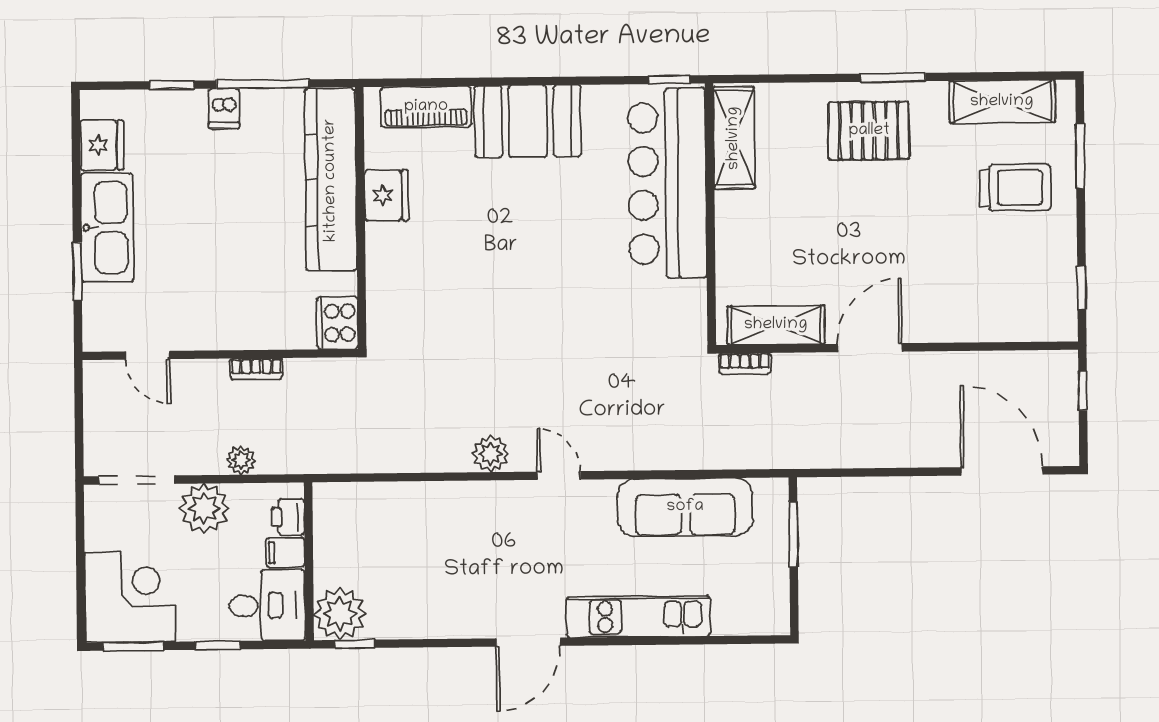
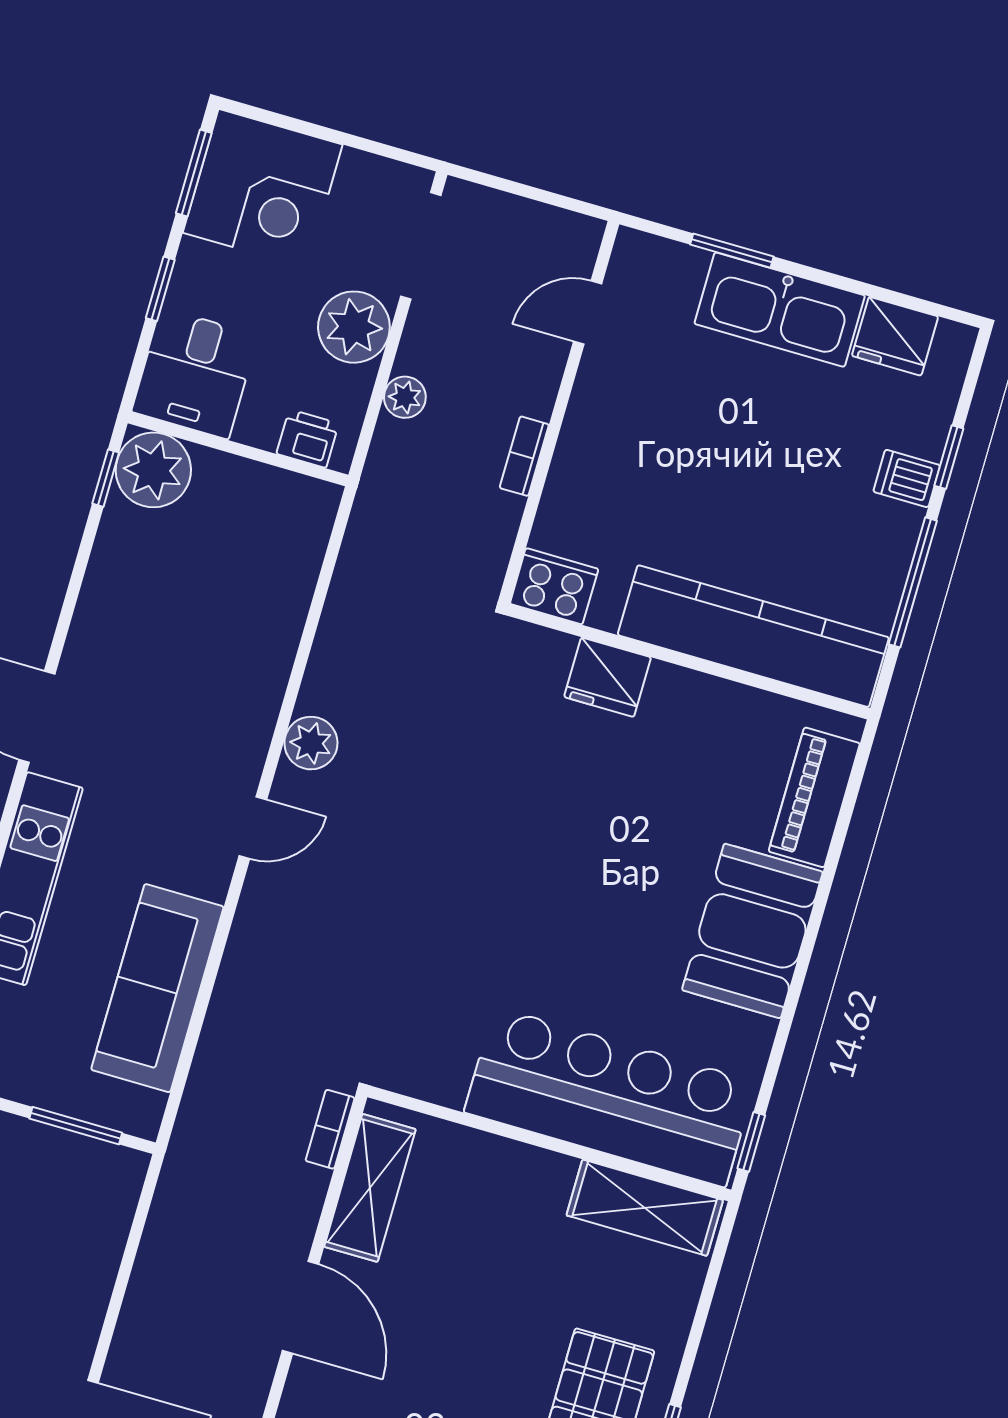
dishwasher: (224, 108) -> (907, 478), moved
fridge: (386, 195) -> (608, 677), moved
filing cabinet: (285, 552) -> (260, 420), removed

